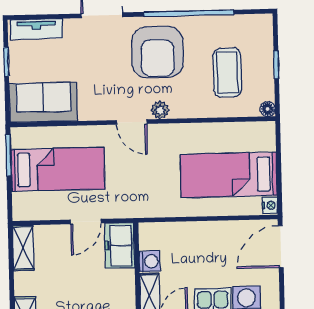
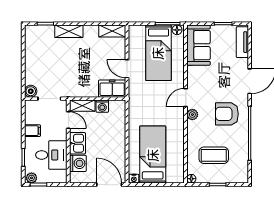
armchair: (157, 52) -> (227, 114), width x0.73, depth x0.73
floor lamp: (19, 139) -> (177, 30), added

